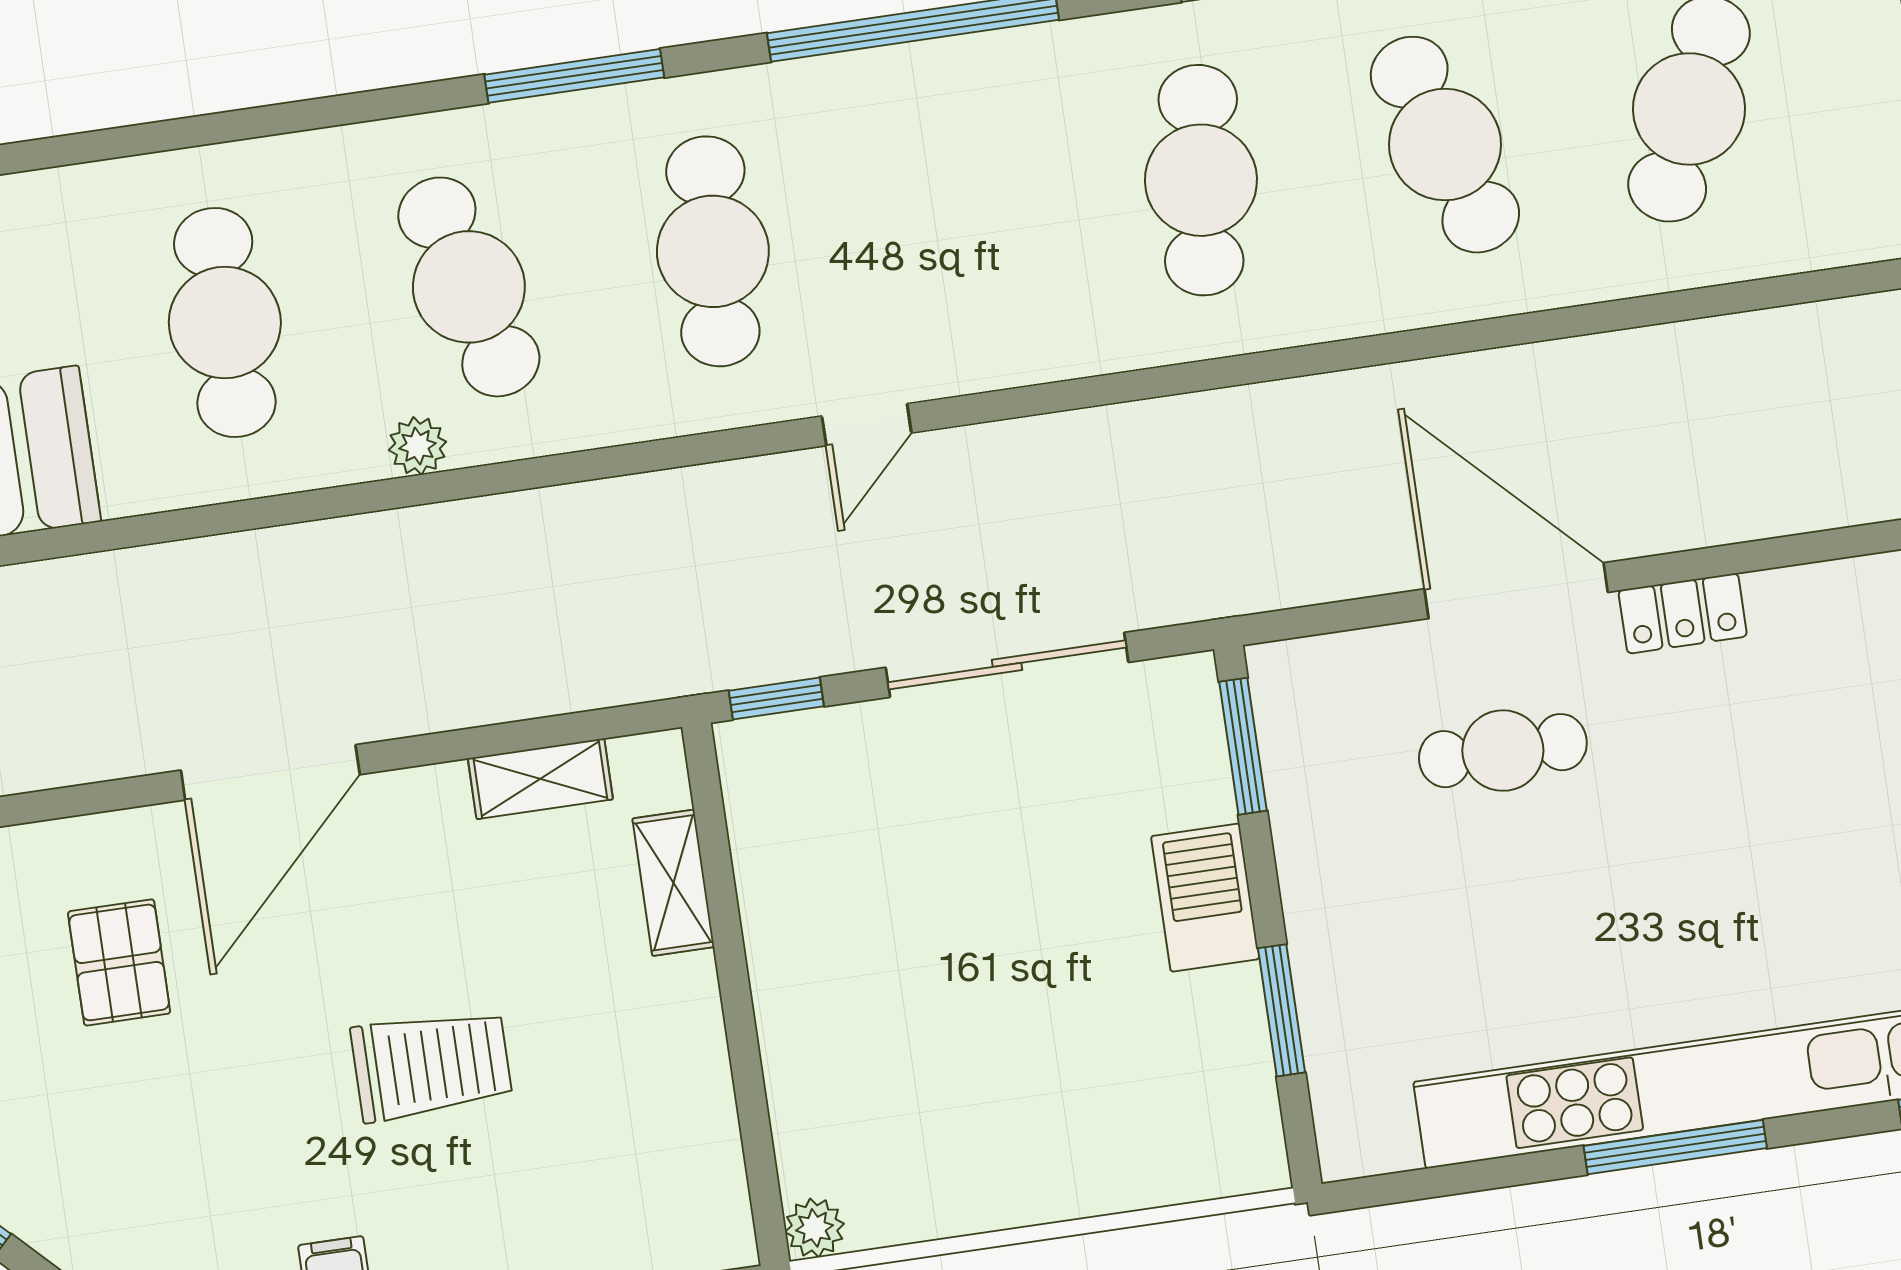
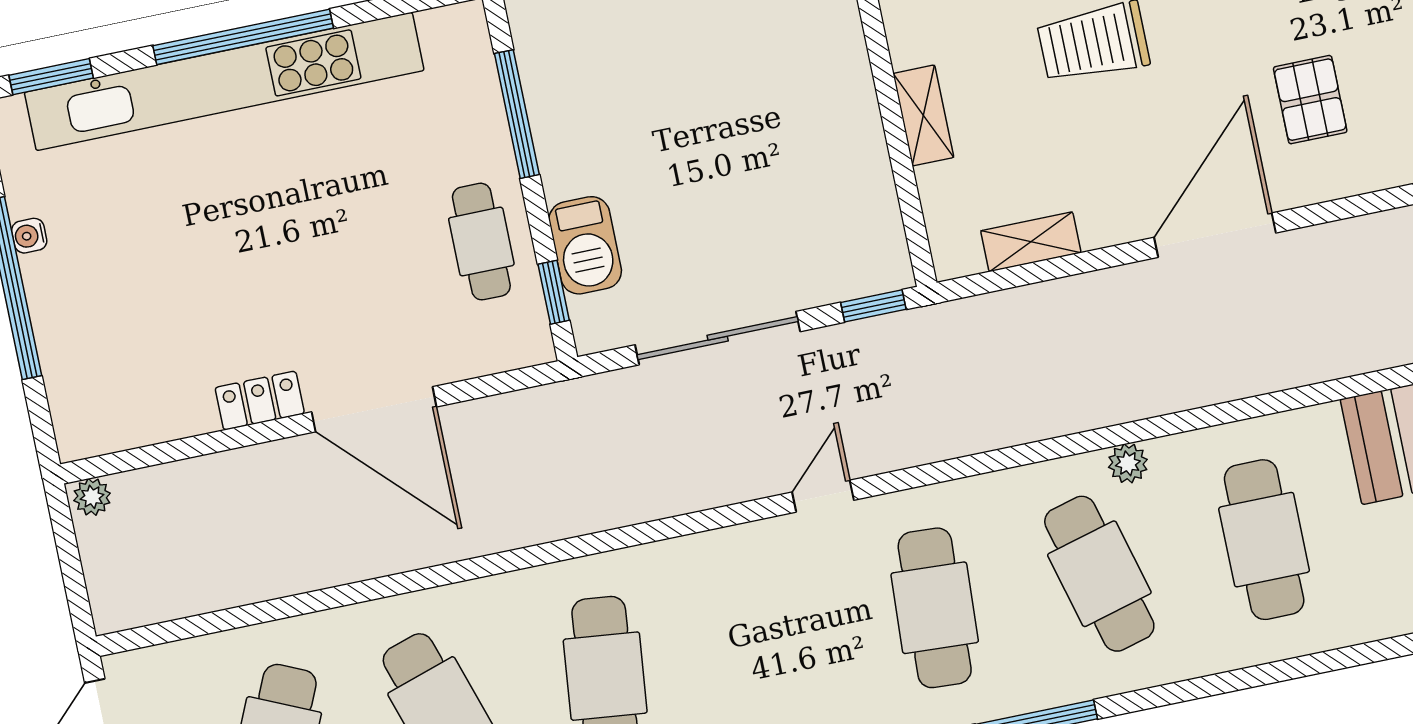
window: (1243, 746) -> (554, 292), width x0.67
cafe table: (1503, 751) -> (481, 242), moved, turned 90
shelving: (673, 883) -> (923, 115), moved
barbecue: (1205, 898) -> (585, 245), moved
window: (1281, 1010) -> (517, 114), width x1.44
window: (1675, 1147) -> (243, 37), width x1.46

